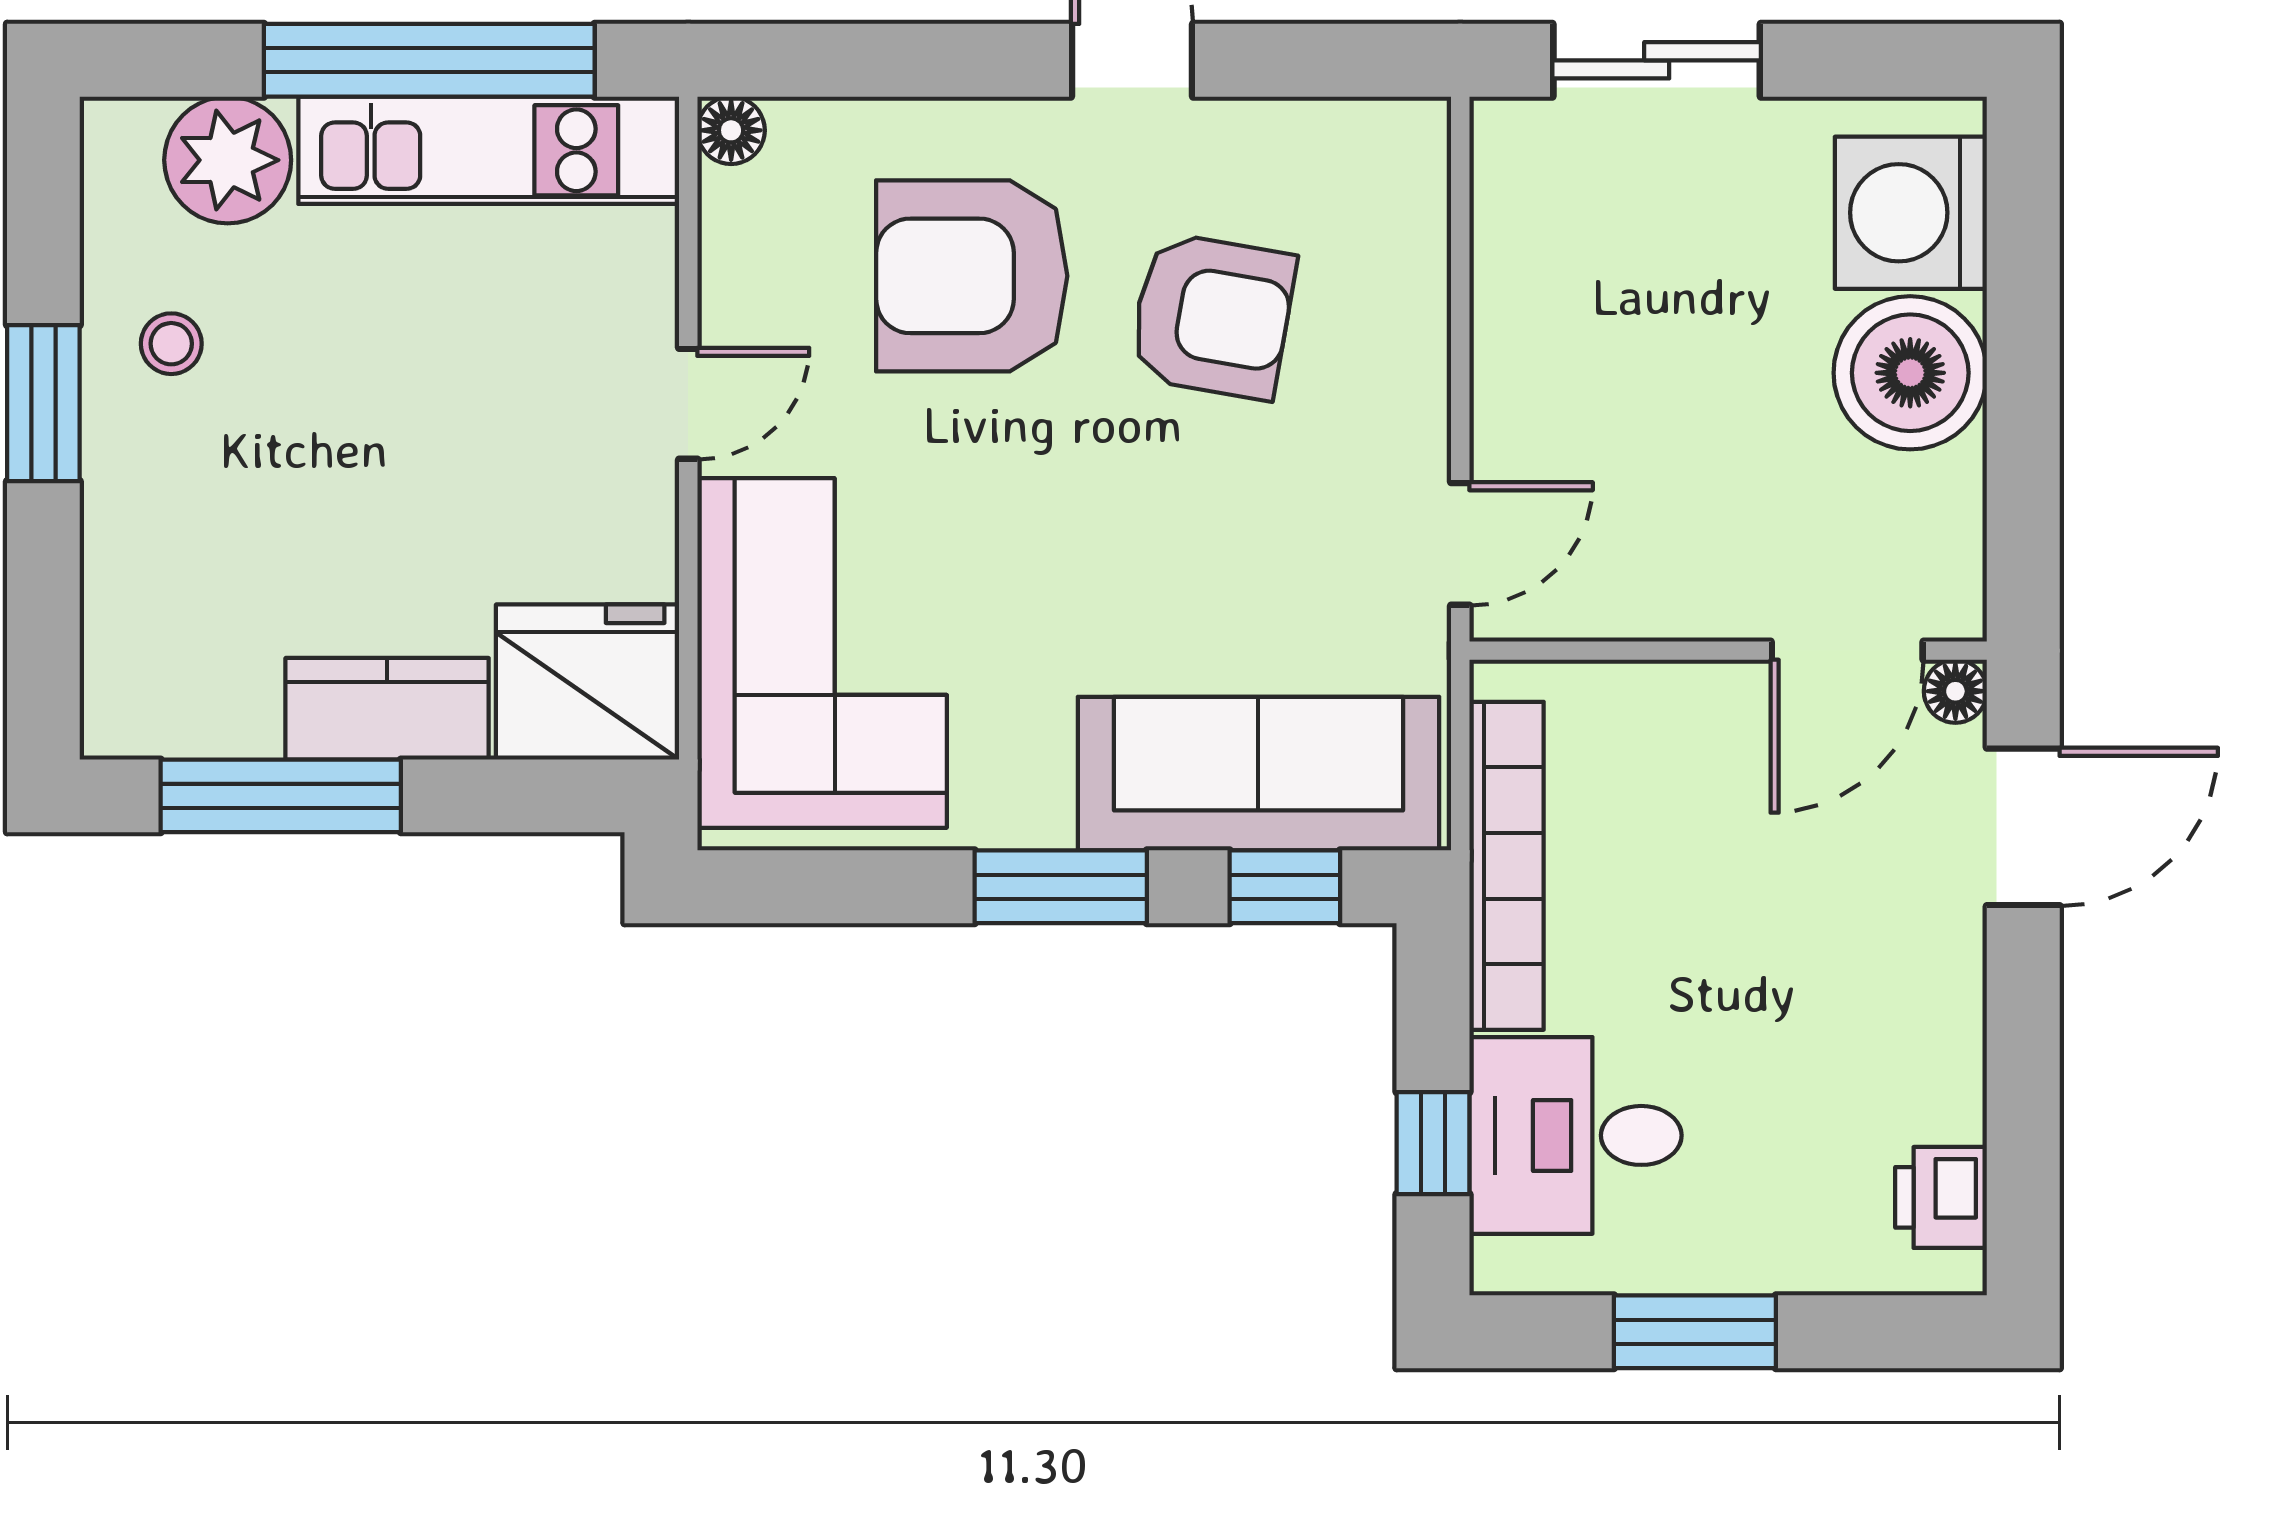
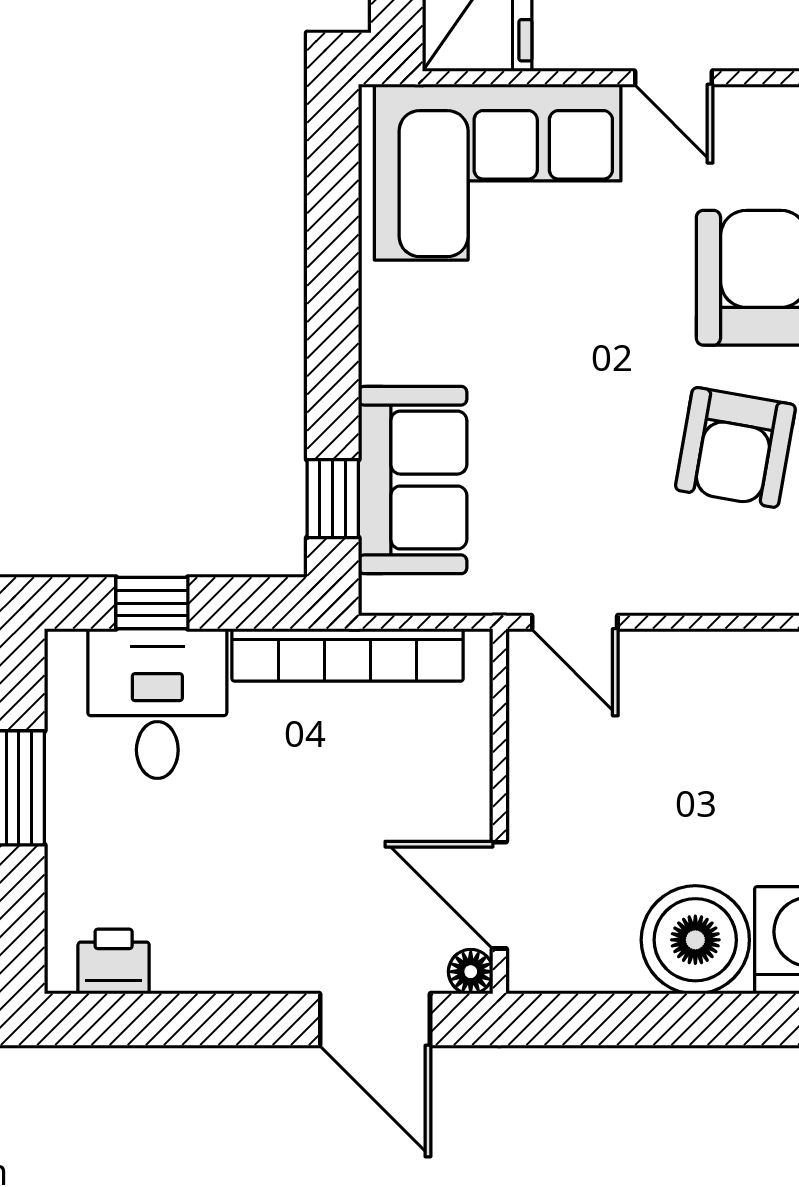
sofa: (1258, 774) -> (413, 480), width x0.73
window: (1061, 887) -> (333, 340), removed

